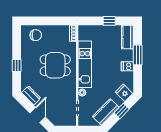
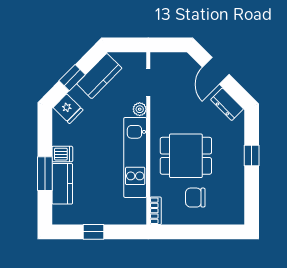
chair: (36, 35) -> (195, 198), moved
kitchen counter: (127, 37) -> (62, 184), moved

